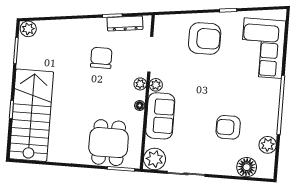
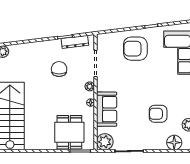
armchair: (205, 38) -> (135, 49), turned 180
plant: (156, 85) -> (101, 86), removed

